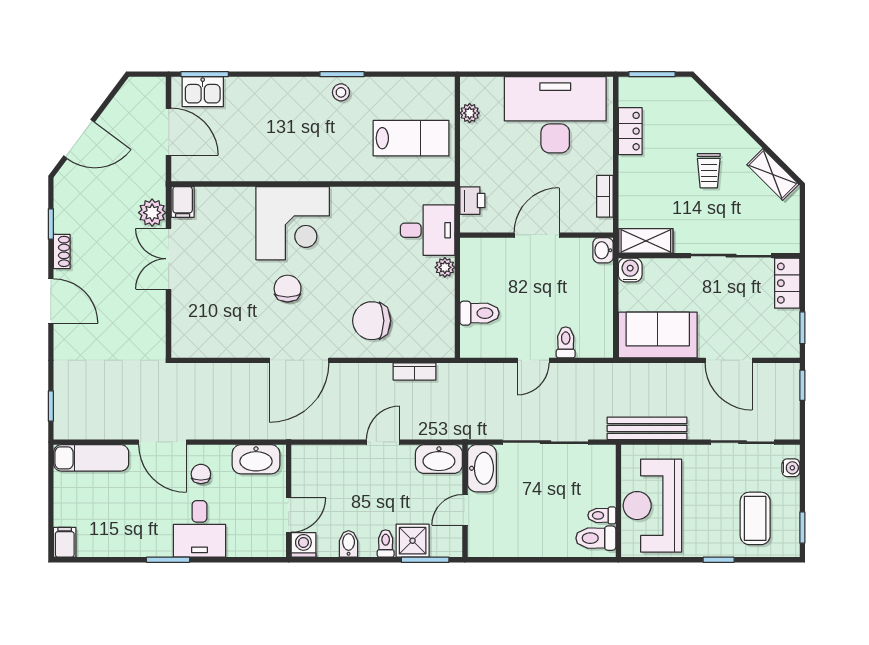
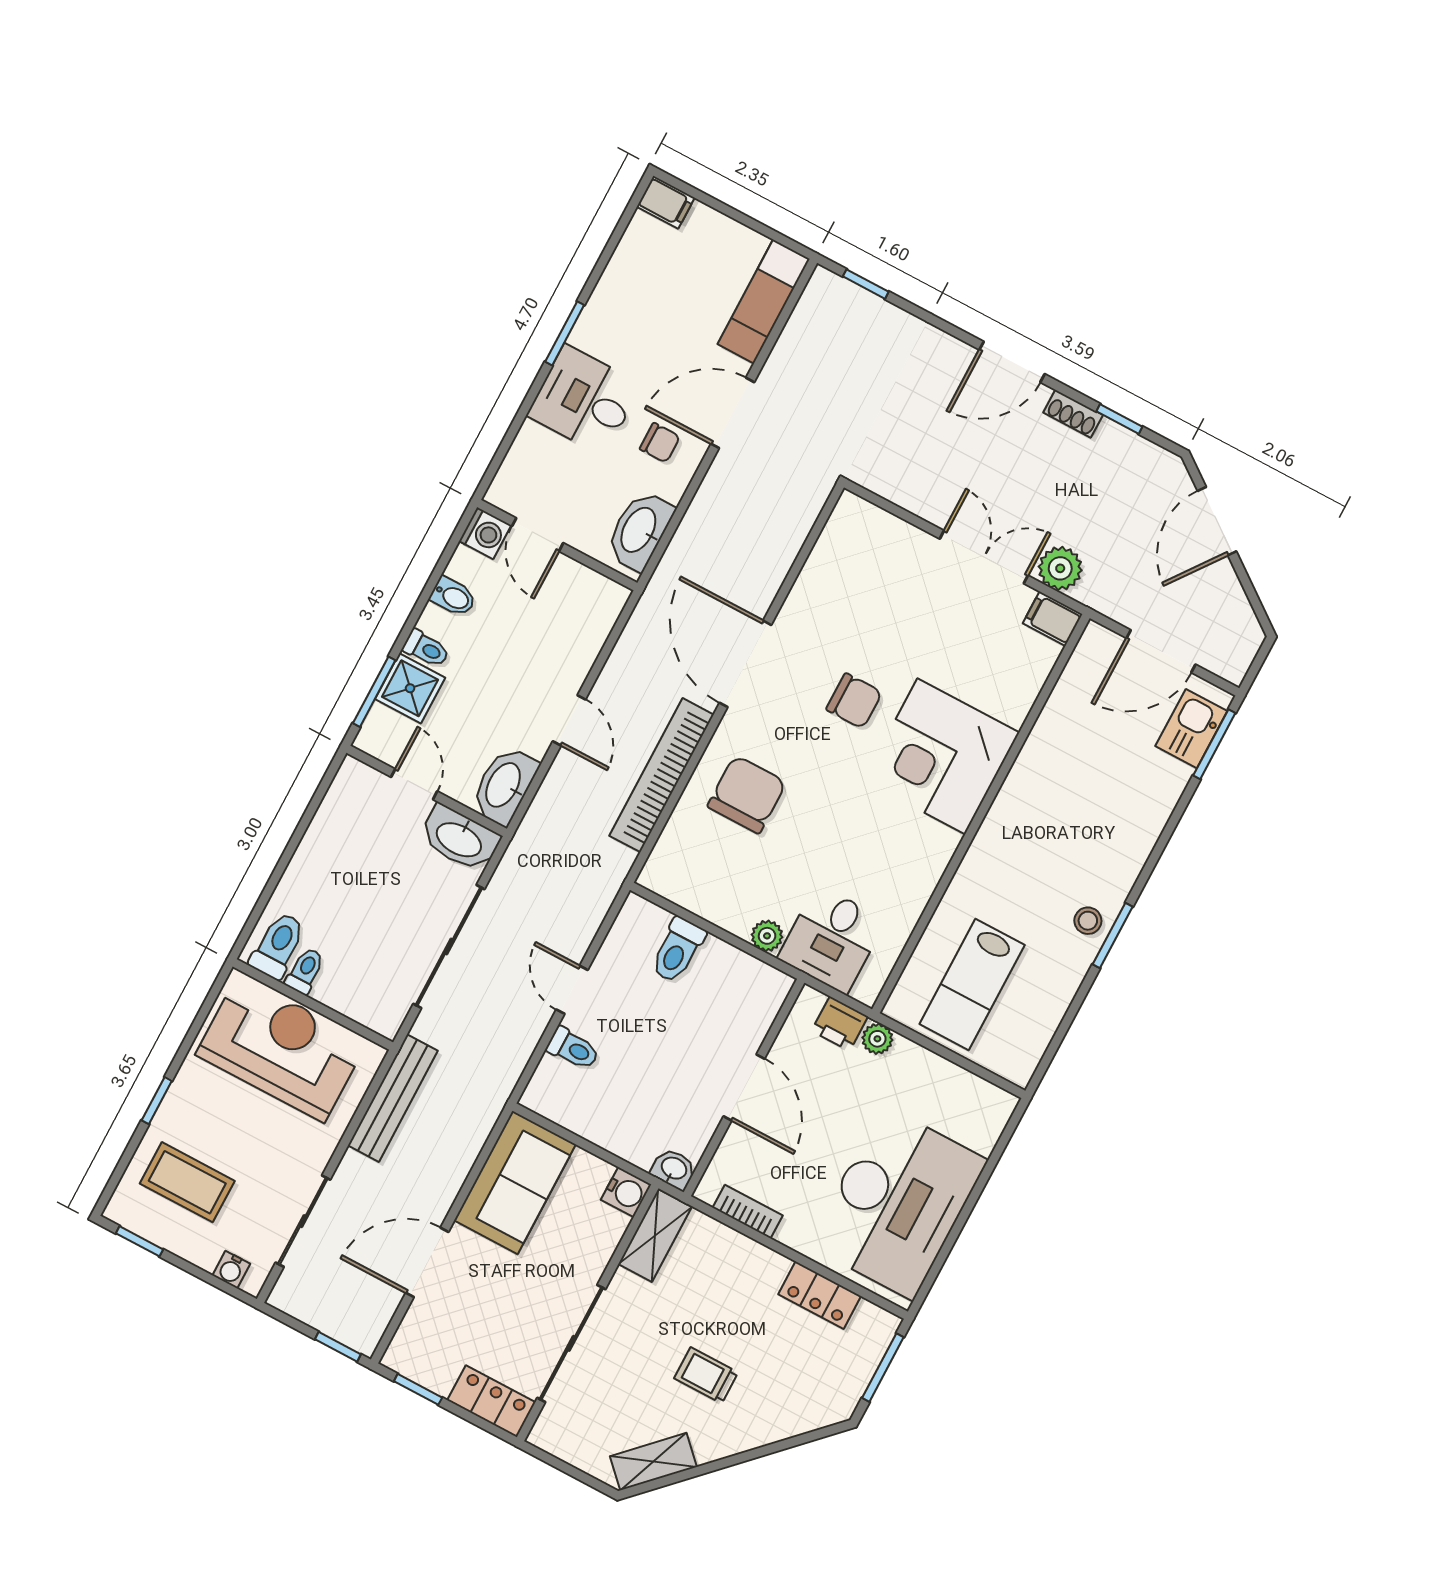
plant: (470, 113) -> (877, 1039), moved
bookcase: (414, 371) -> (662, 775), width x2.31, depth x1.31

